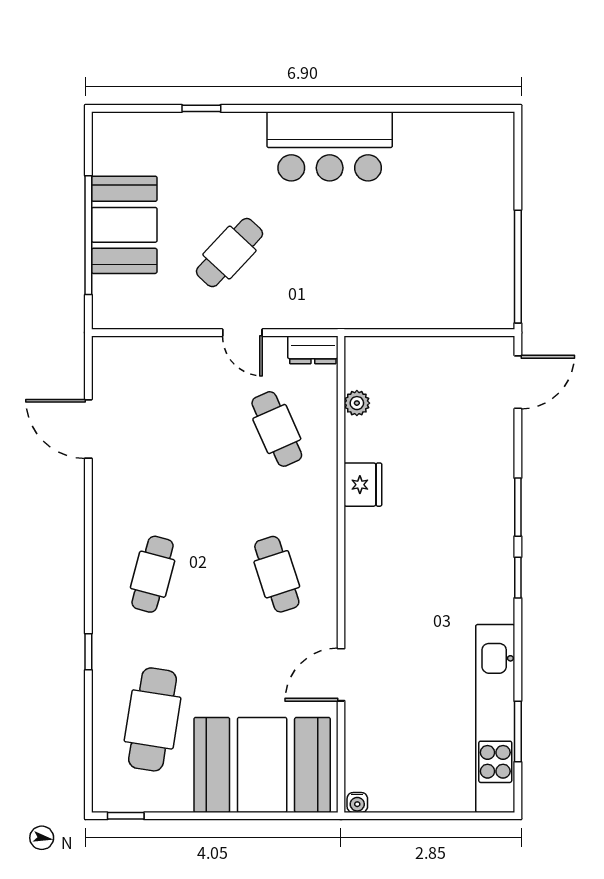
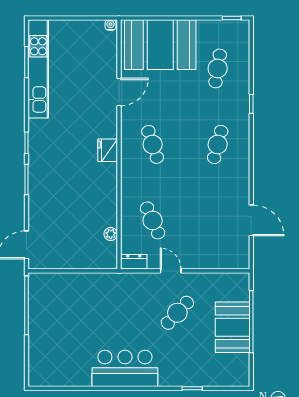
fridge: (363, 485) -> (108, 150), moved
cafe table: (153, 719) -> (218, 68), width x0.73, depth x0.74

